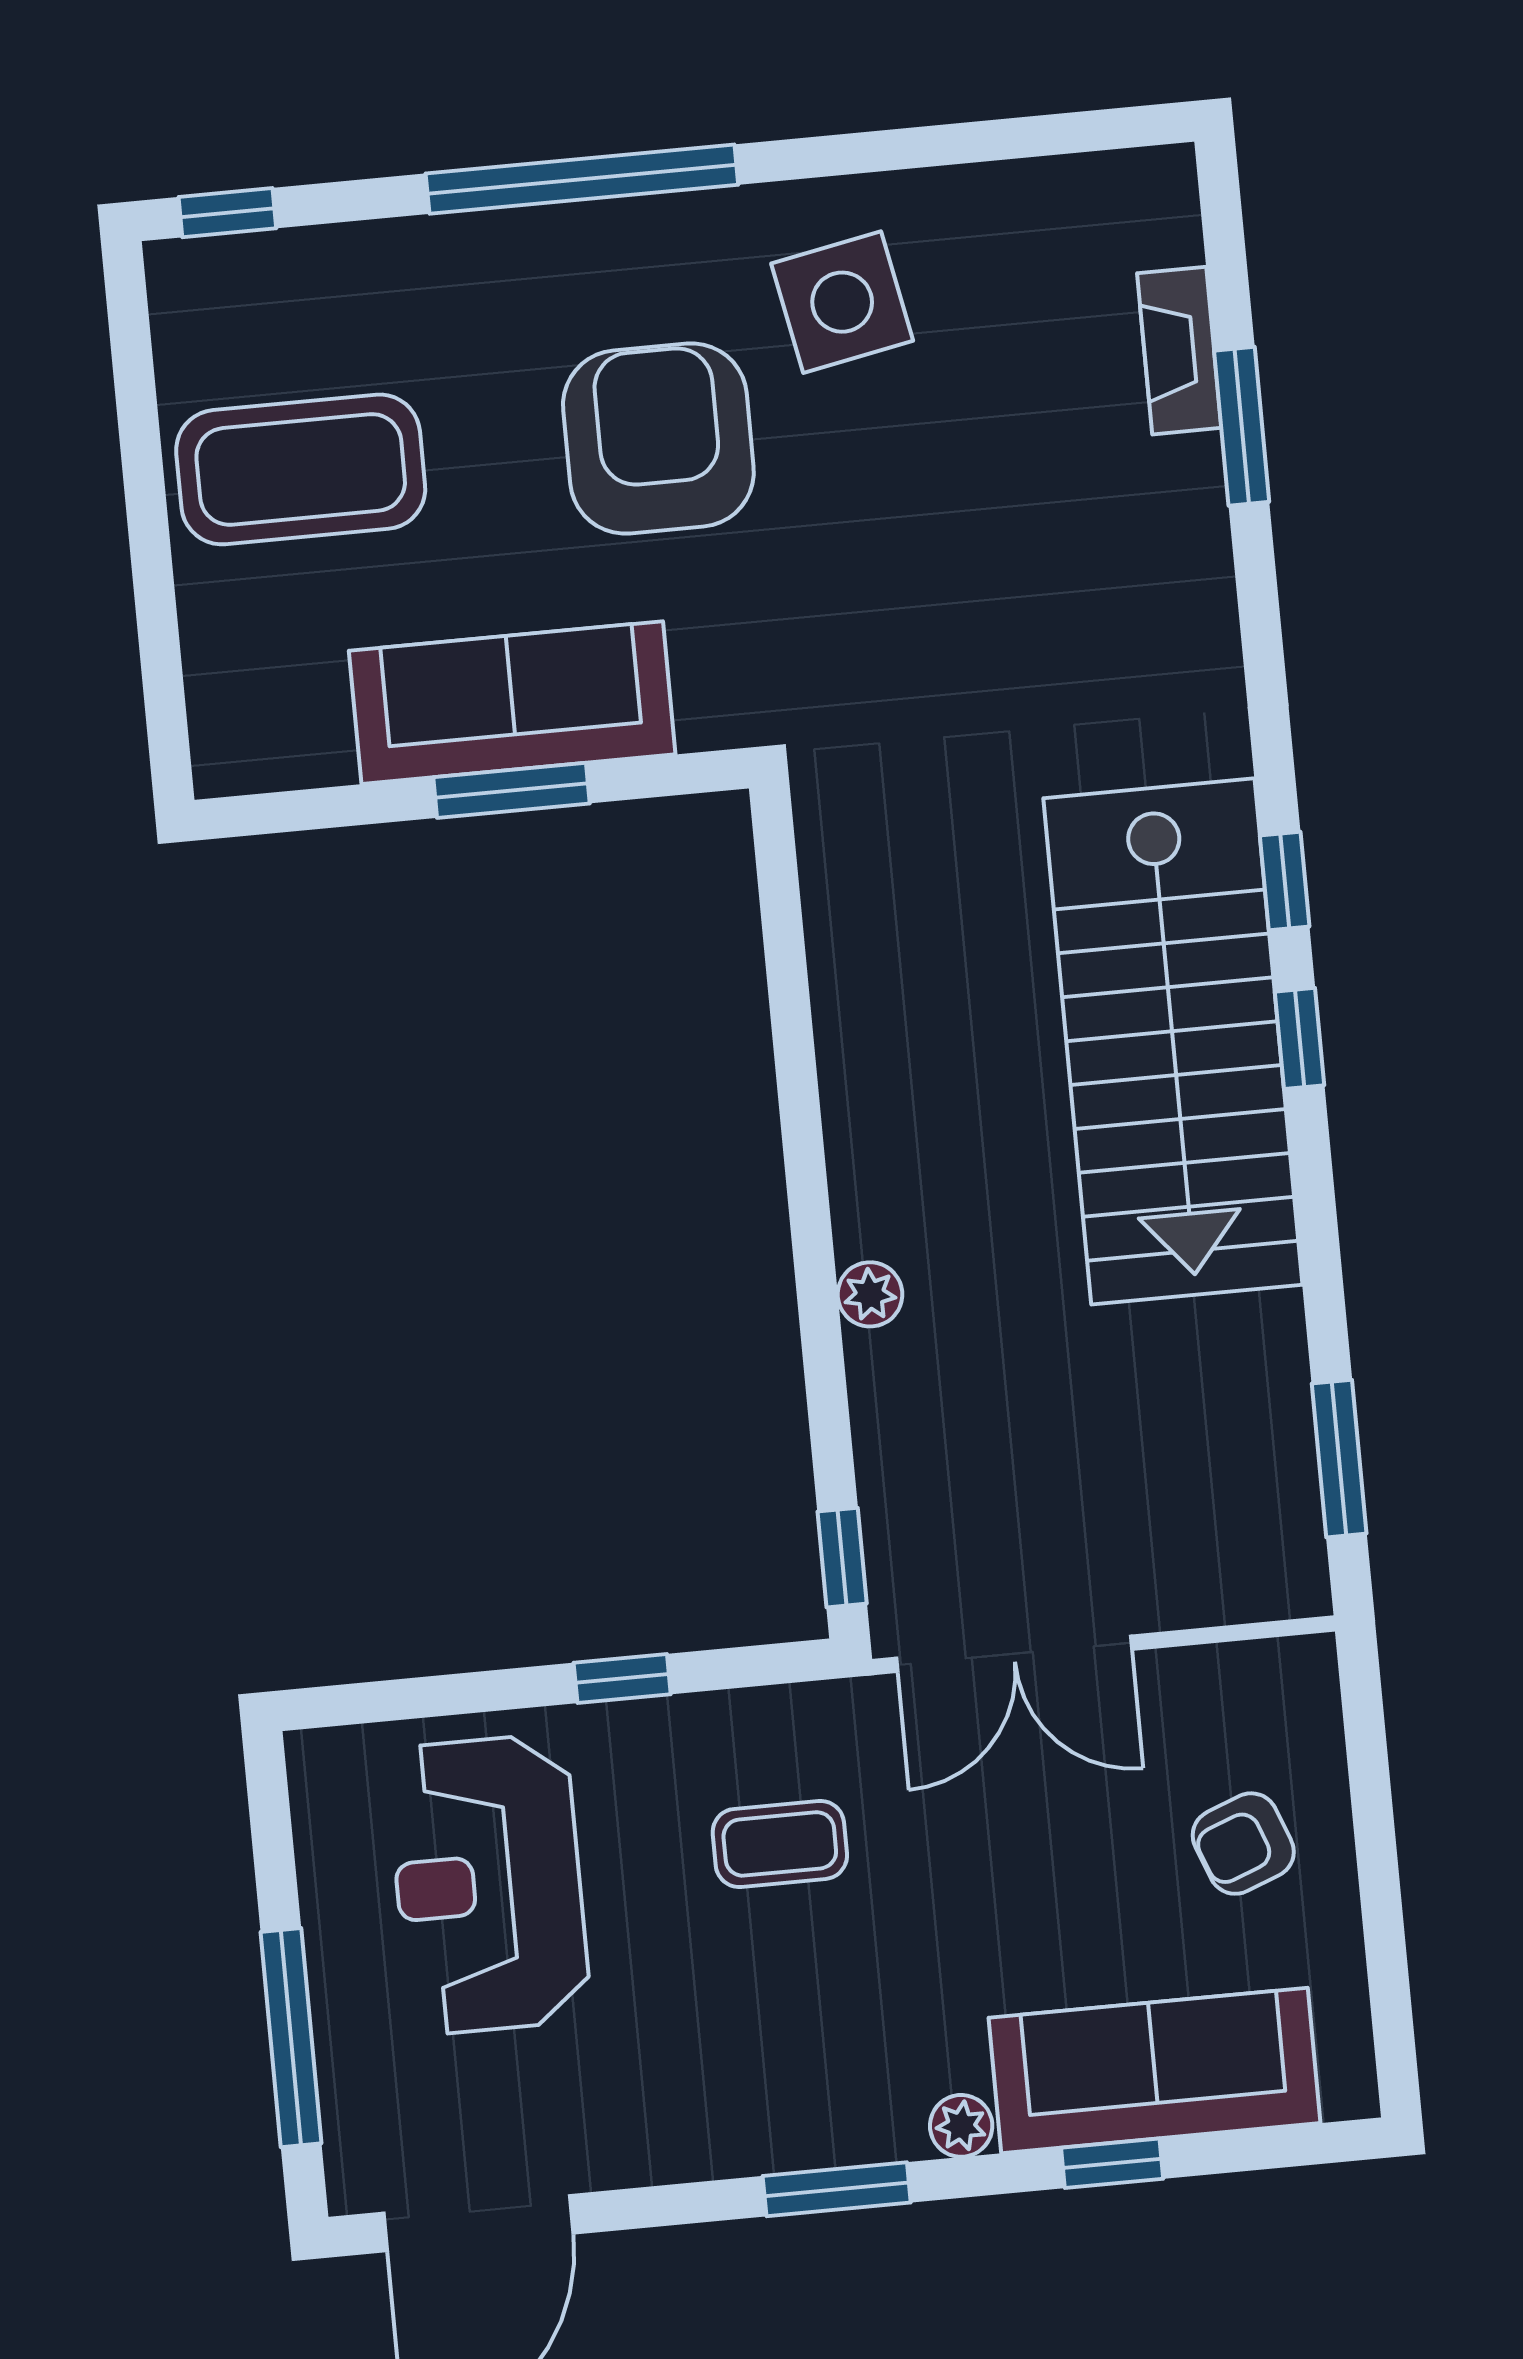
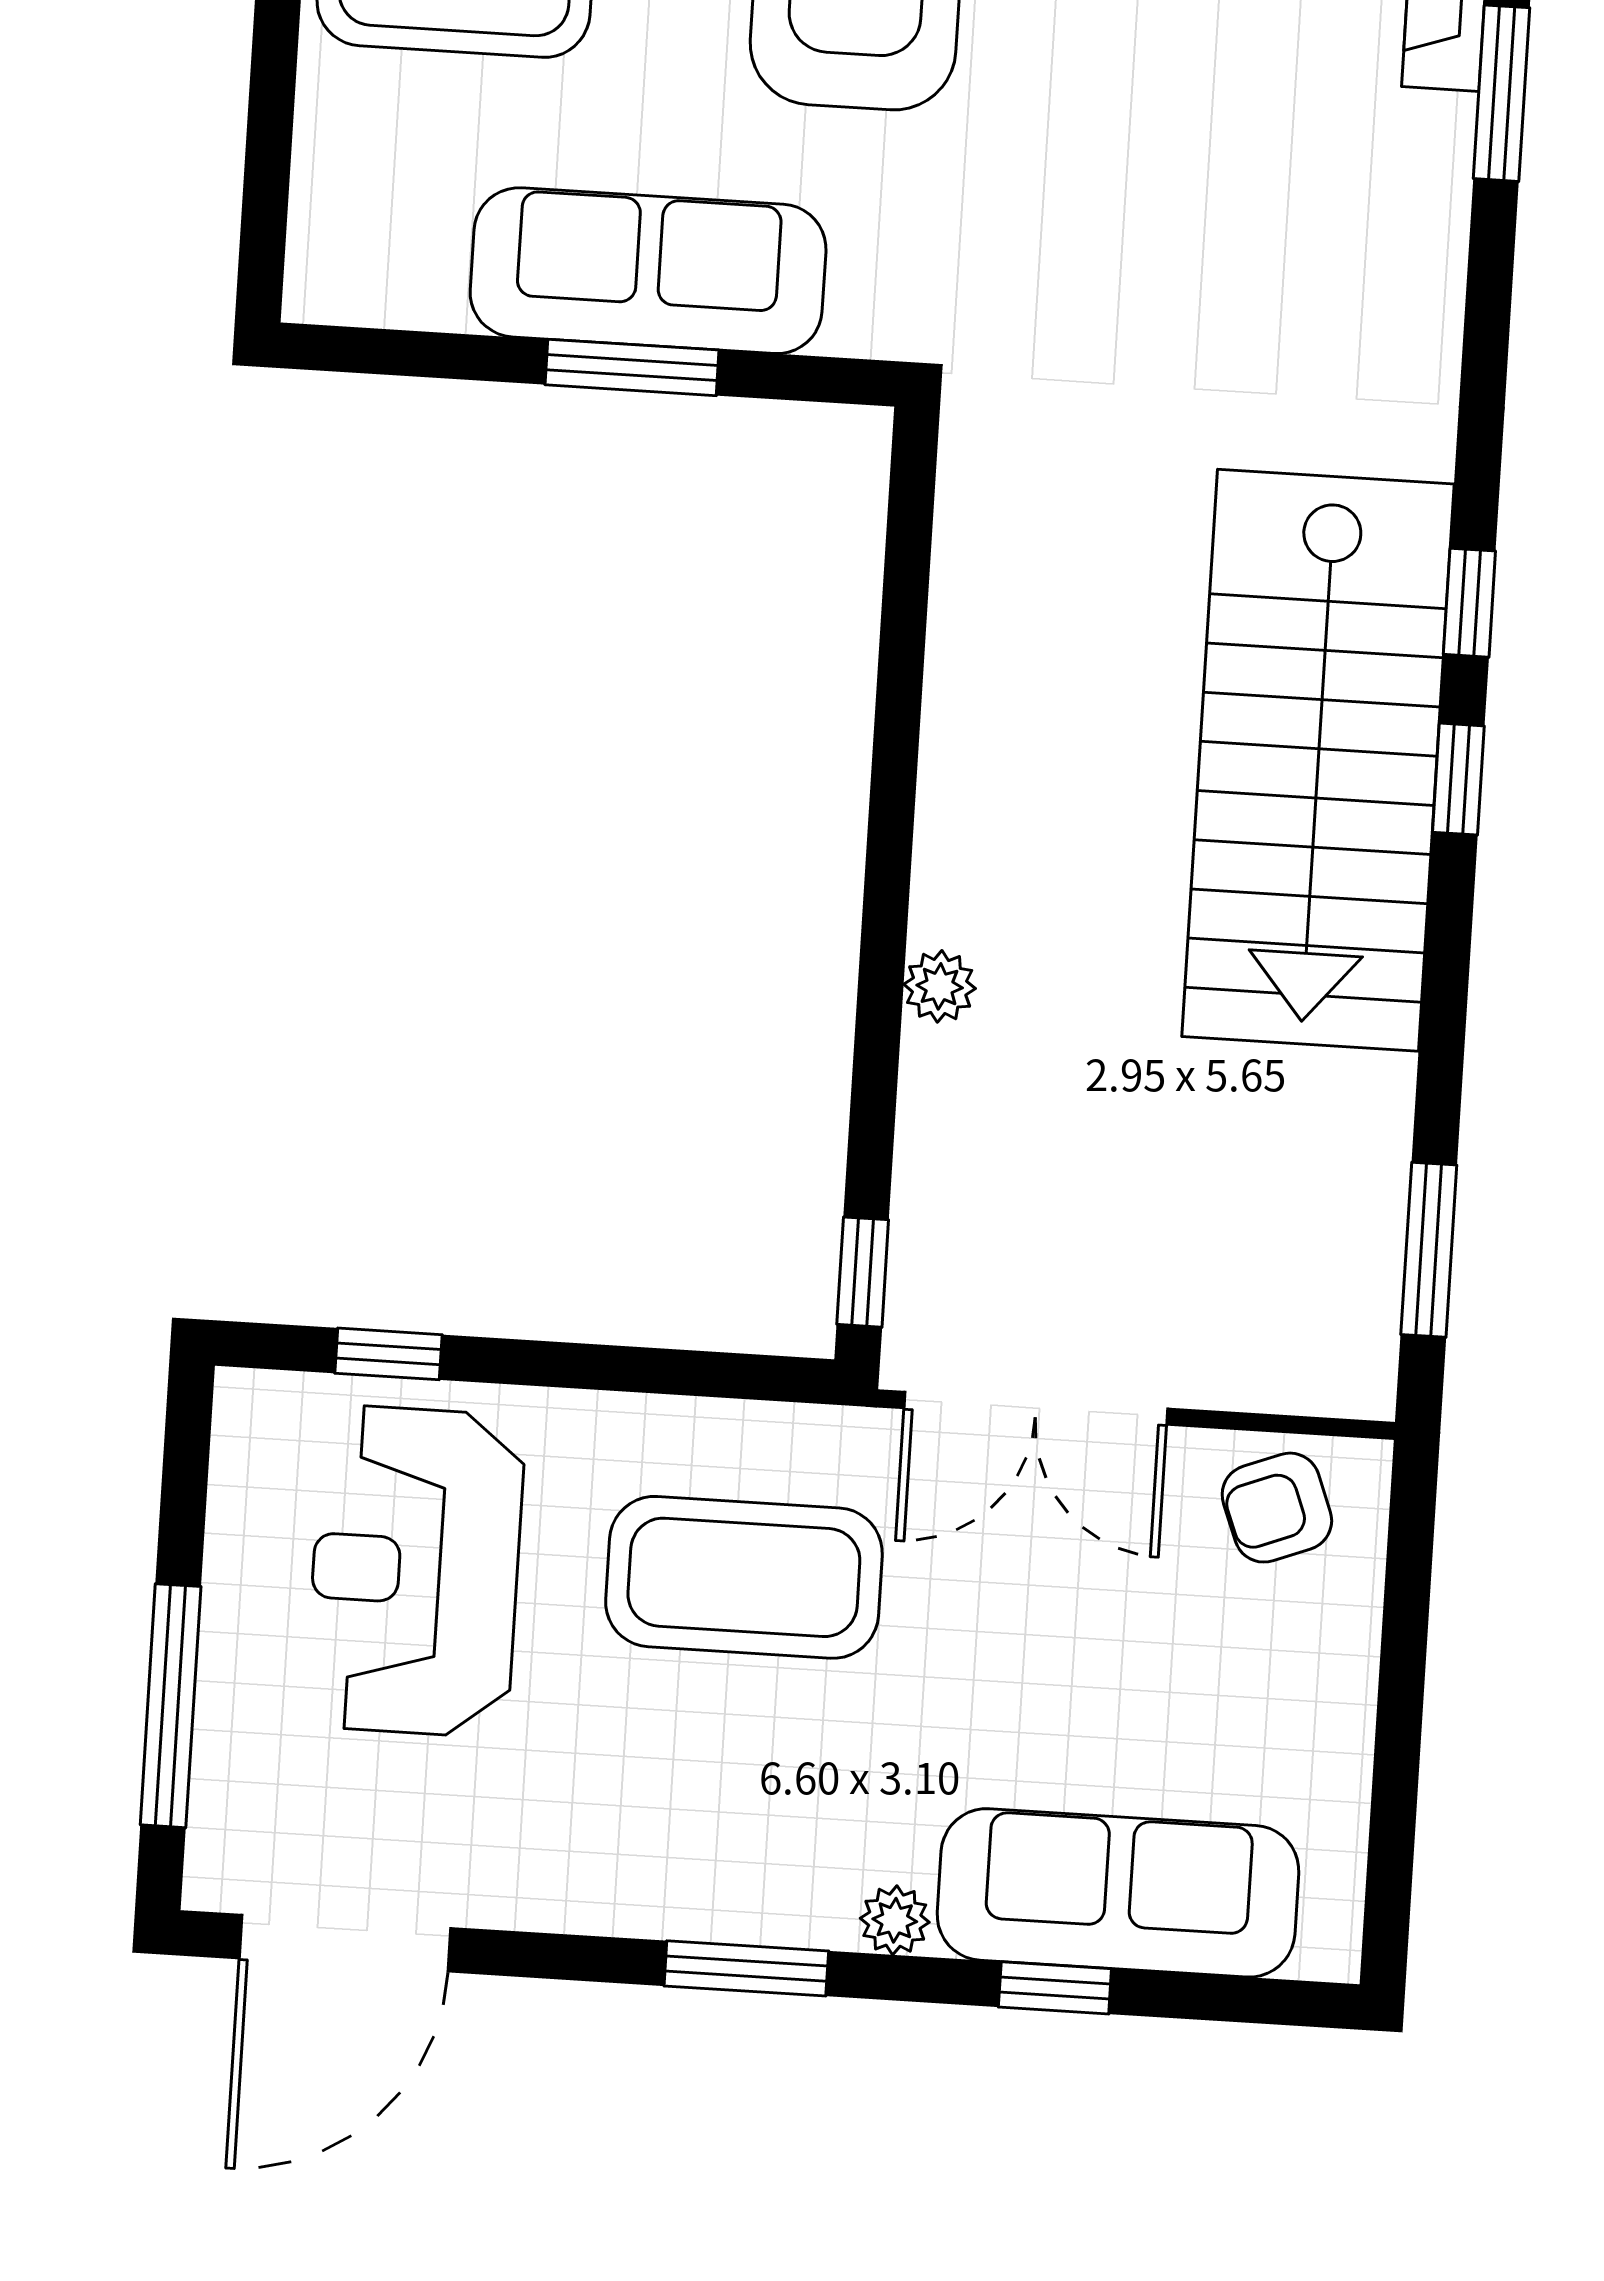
window: (622, 1679) -> (389, 1354), moved
coffee table: (780, 1844) -> (744, 1577), width x1.86, depth x1.72
armchair: (1243, 1844) -> (1277, 1508), moved

